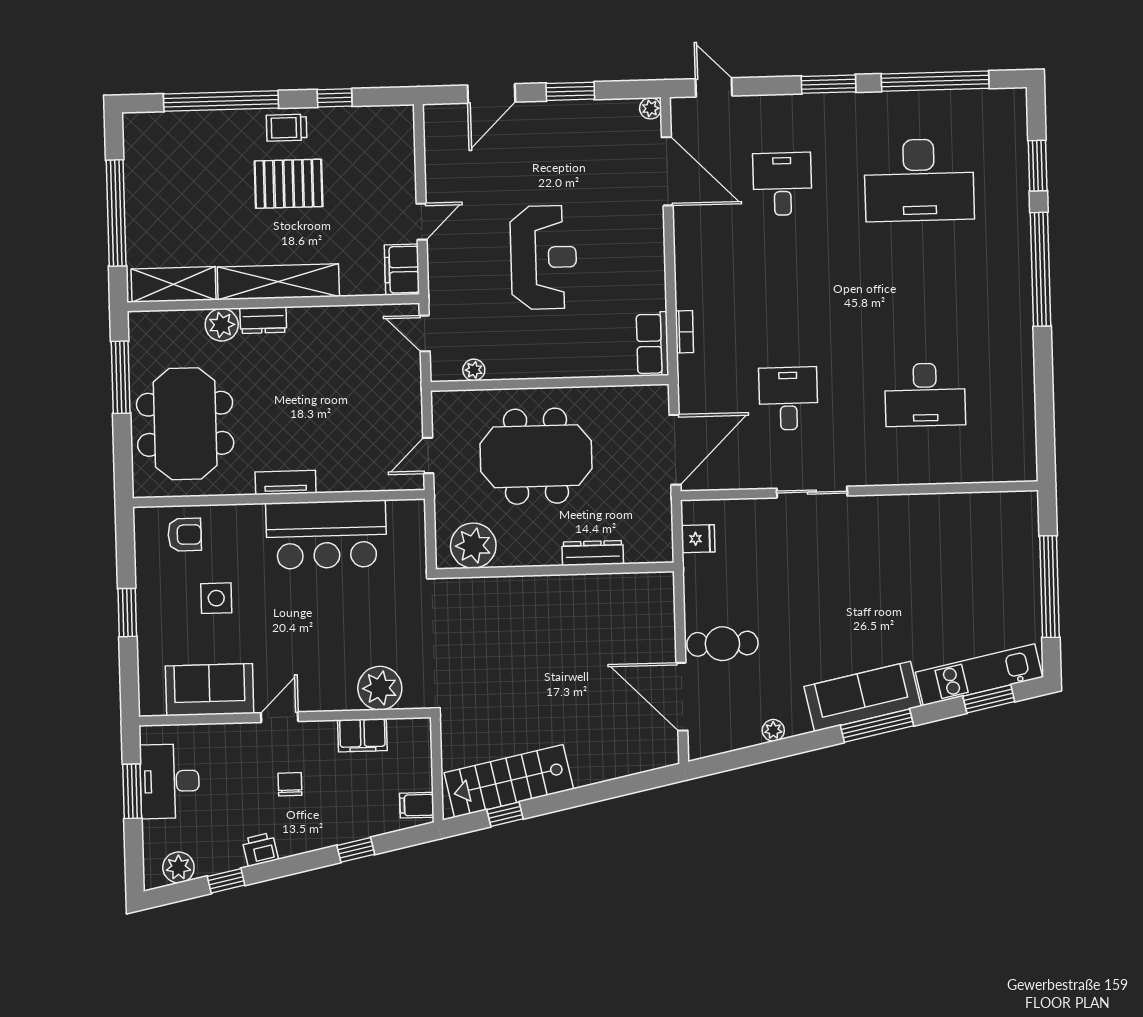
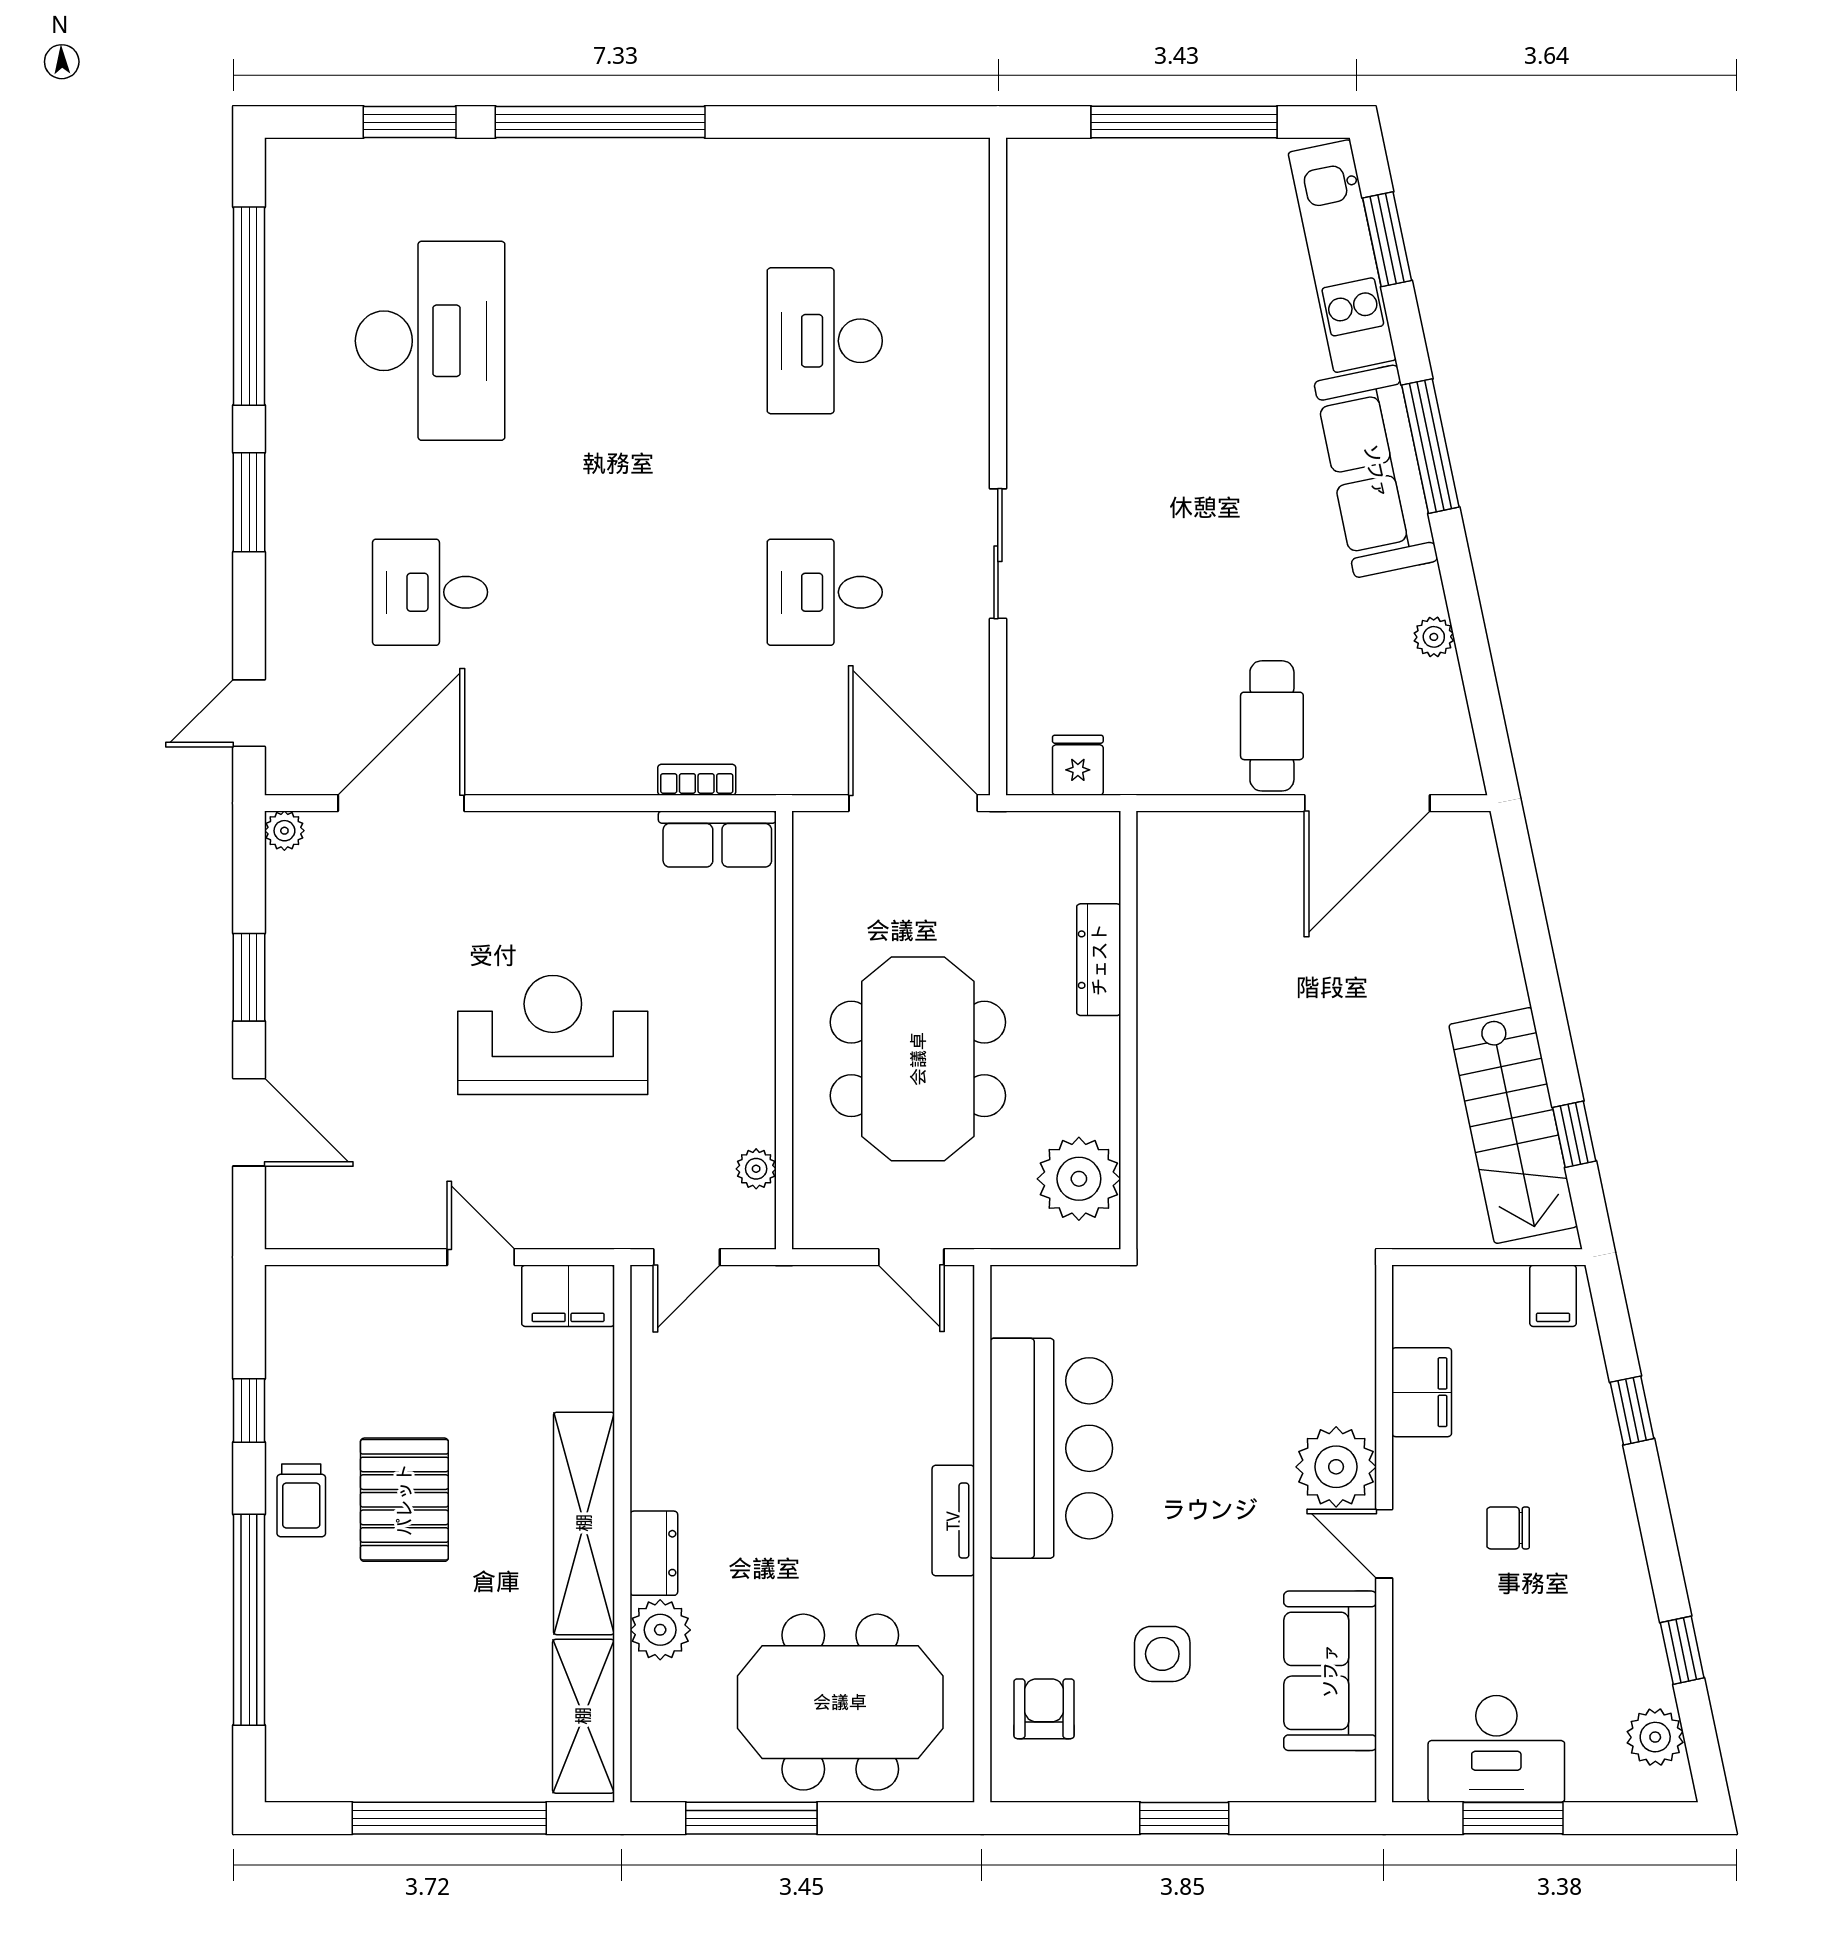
desk: (925, 395) -> (825, 341), turned 180
plant: (380, 688) -> (1336, 1467), moved
printer: (260, 849) -> (1626, 1586), removed

